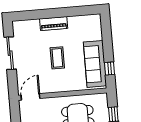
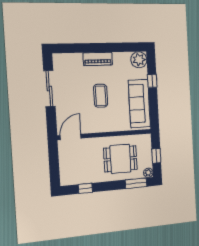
plant: (93, 22) -> (139, 60), added
window: (109, 69) -> (152, 81), moved

